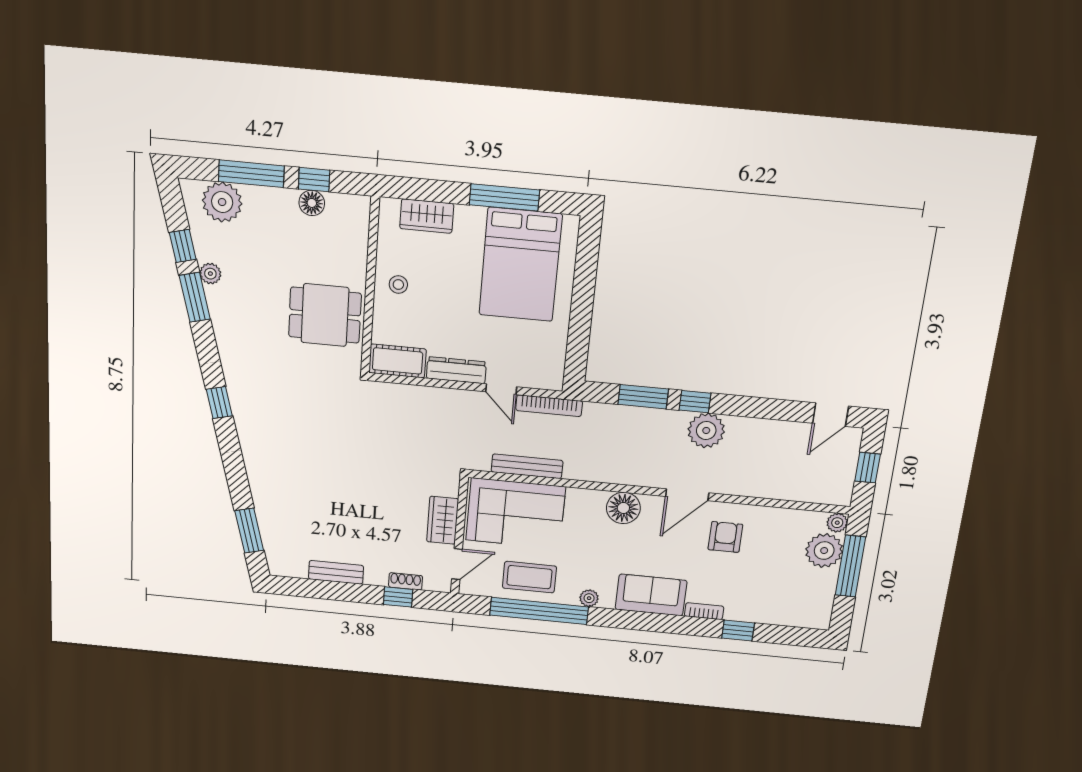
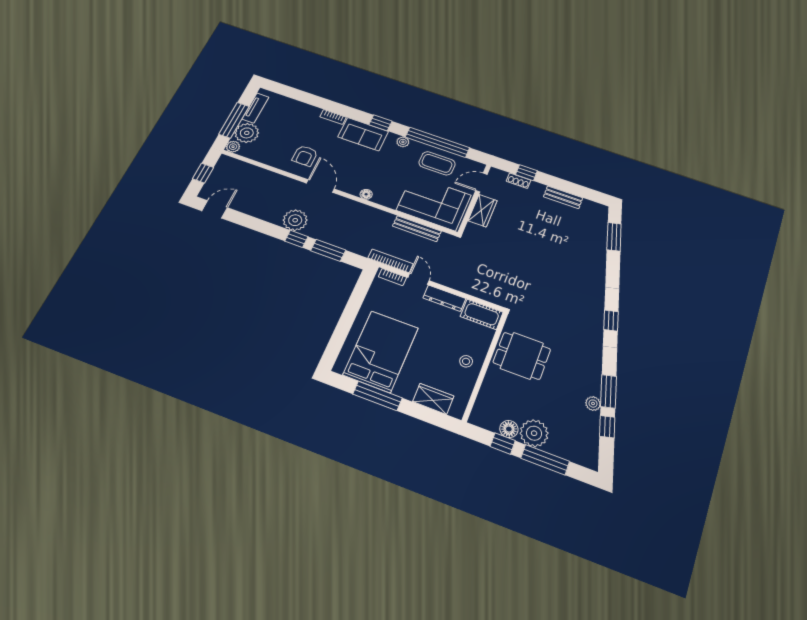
plant: (222, 202) -> (534, 433), moved
bookcase: (539, 382) -> (392, 277), added
door: (687, 495) -> (320, 186), hinge flipped
floor lamp: (623, 508) -> (366, 194), width x0.53, depth x0.53
tv unit: (825, 595) -> (255, 108), added
window: (738, 631) -> (380, 123), moved

